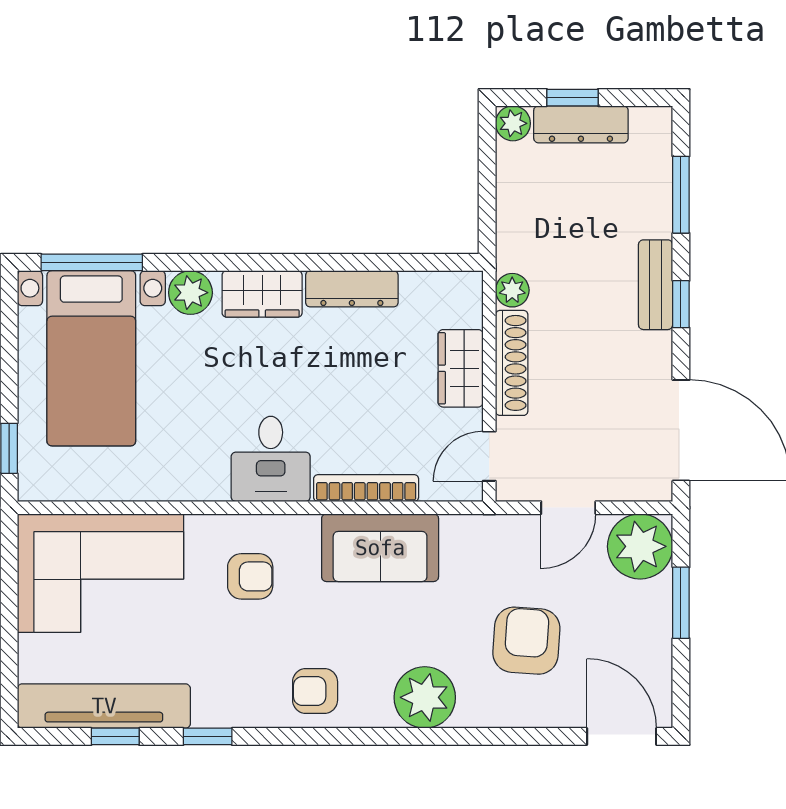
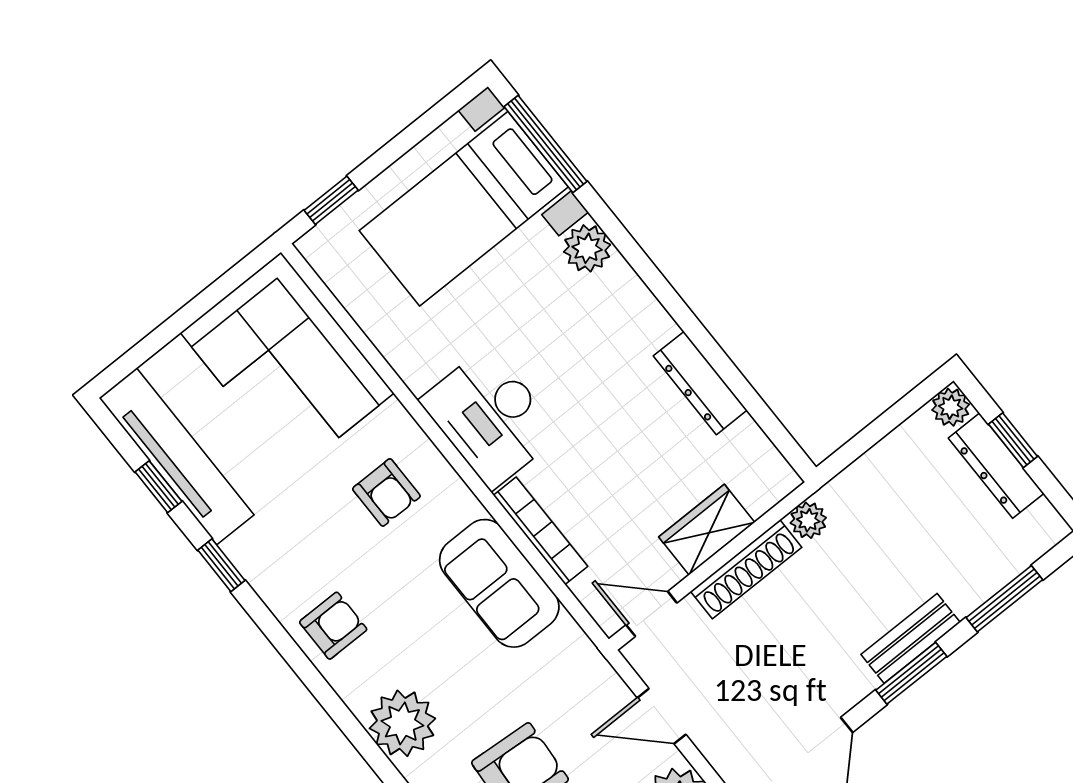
wardrobe: (262, 294) -> (635, 310), removed
window: (681, 304) -> (911, 673), width x1.50
desk: (271, 459) -> (490, 417), width x1.37
armchair: (315, 691) -> (333, 626), turned 90

